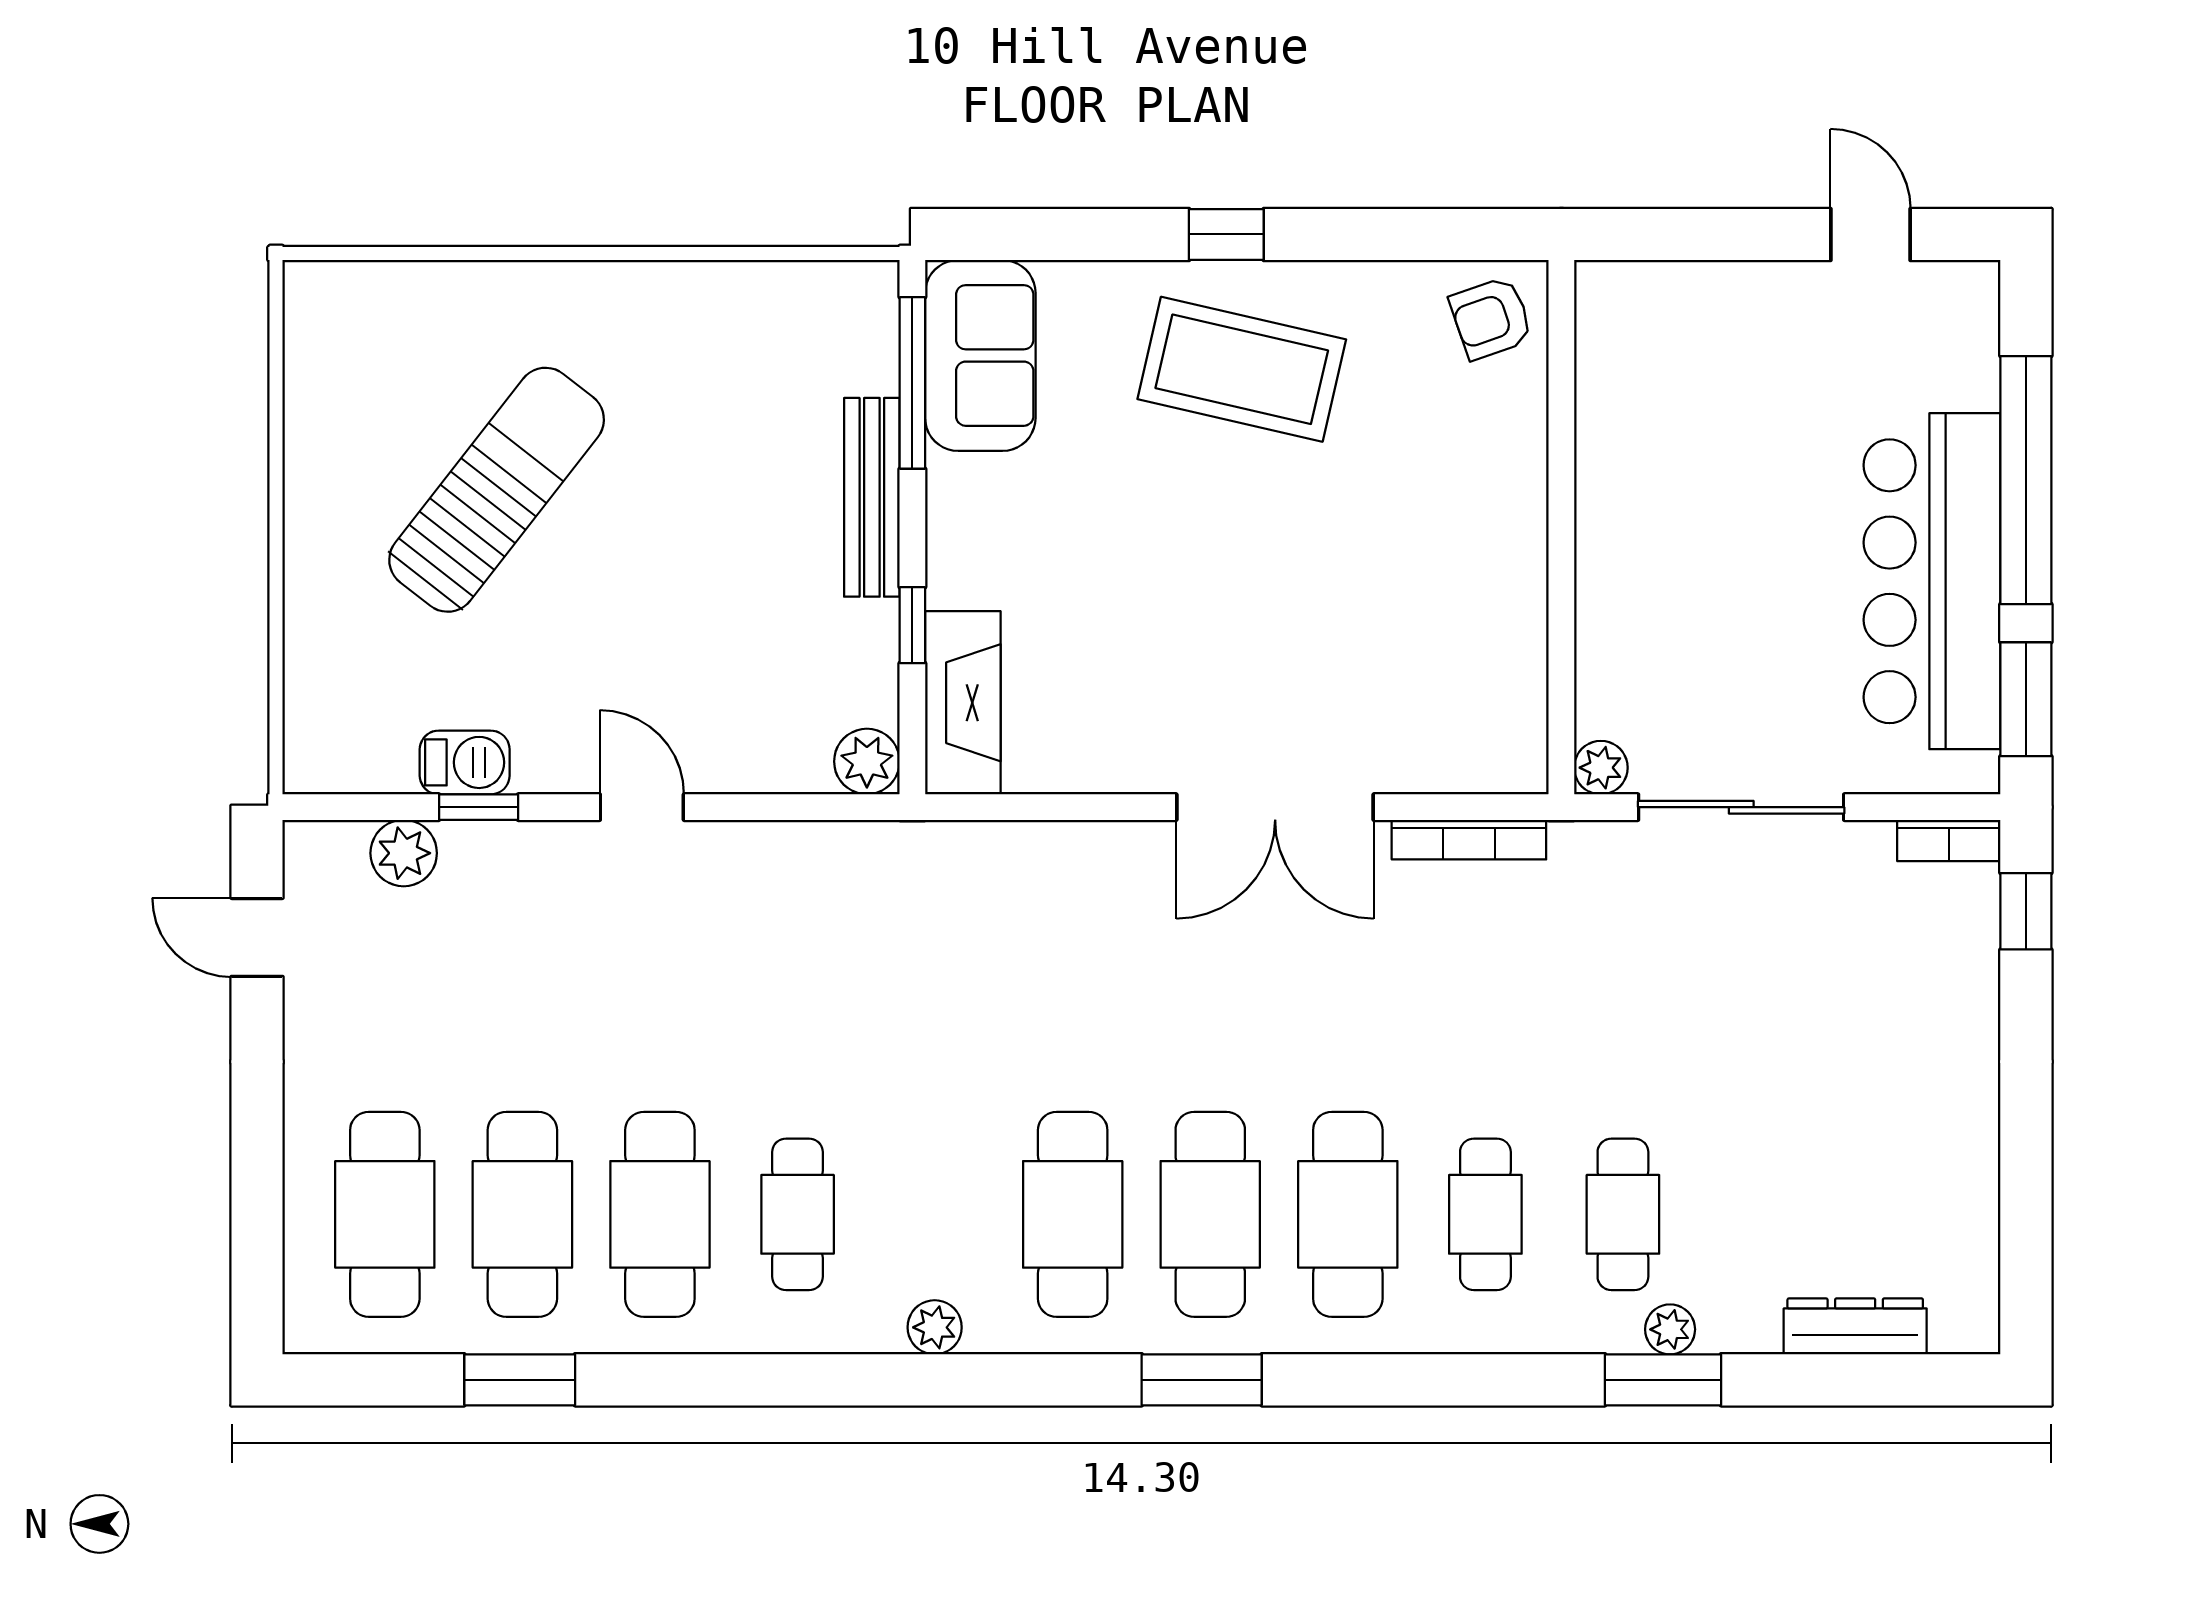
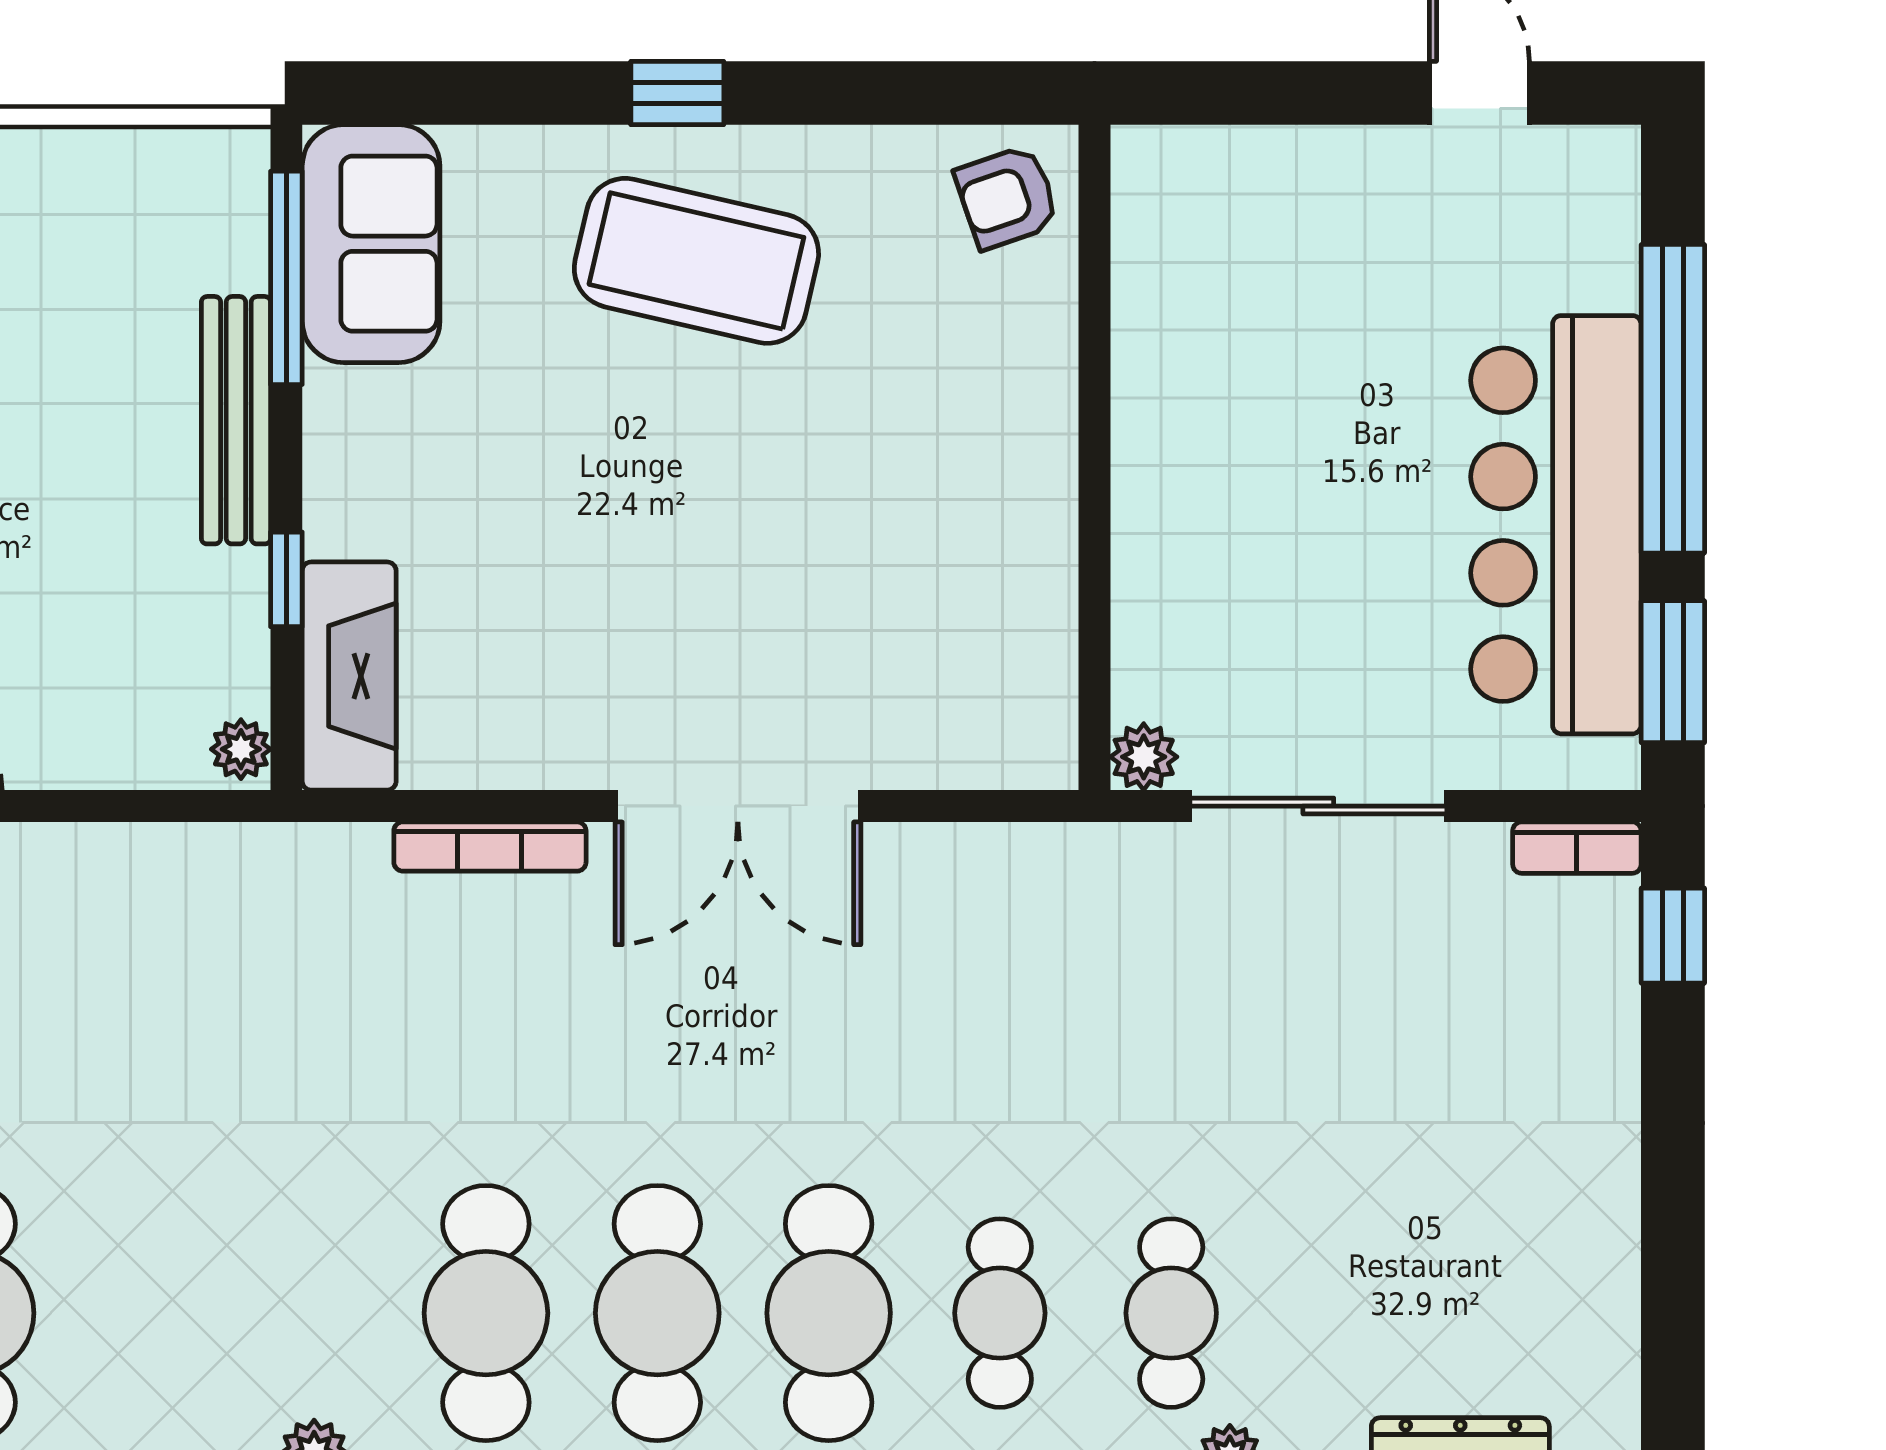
plant: (867, 761) -> (241, 749), width x0.73, depth x0.73
bookcase: (1469, 840) -> (490, 846), moved
cafe table: (798, 1214) -> (143, 1313), removed

